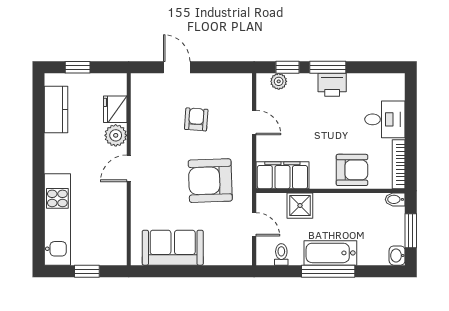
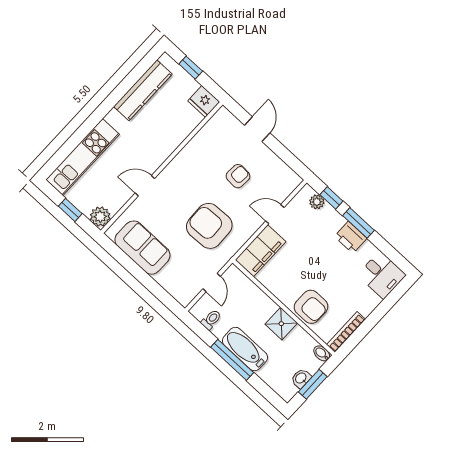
fridge: (115, 109) -> (204, 101), moved, turned -90
kitchen counter: (56, 110) -> (143, 90), width x1.50
desk: (385, 119) -> (382, 275), moved
door: (254, 123) -> (275, 214), swing flipped
plant: (116, 135) -> (100, 217), moved
door: (129, 168) -> (145, 186), moved
filing cabinet: (282, 175) -> (260, 251), moved, turned 90
shower: (300, 206) -> (281, 324), moved
washbasin: (397, 256) -> (301, 378), moved

